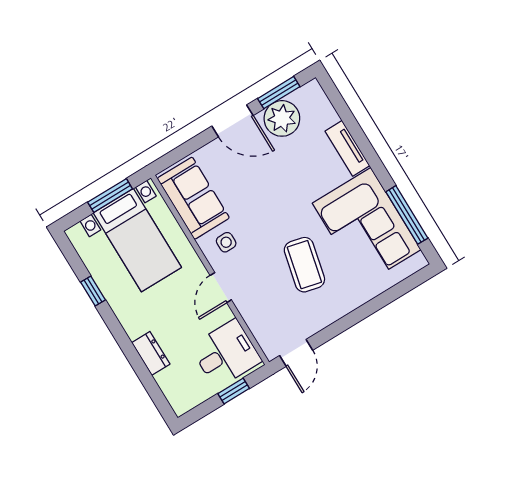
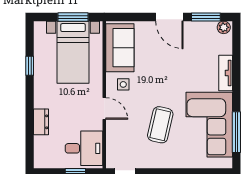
plant: (282, 118) -> (224, 27), moved, width x0.53, depth x0.53
door: (221, 288) -> (104, 109), swing flipped

